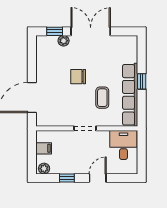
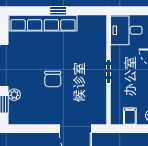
row of seats: (130, 95) -> (43, 23), moved
coffee table: (102, 98) -> (75, 53), removed

